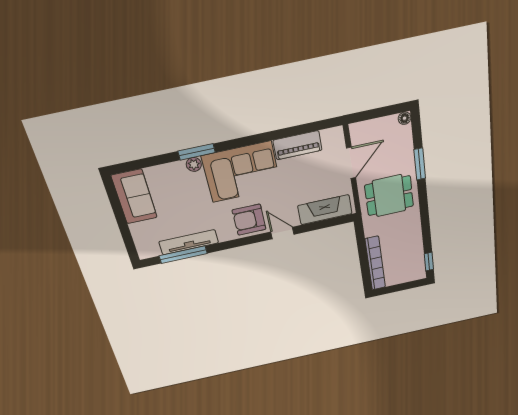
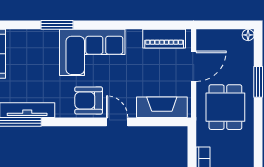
piano: (298, 145) -> (164, 39), moved
plant: (194, 164) -> (52, 36), removed
dining table: (389, 196) -> (225, 107), turned 90

